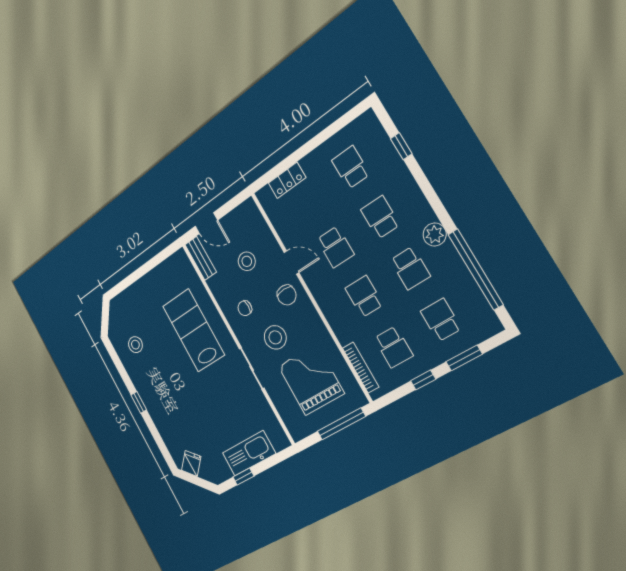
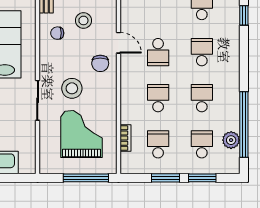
plant: (435, 235) -> (231, 140), moved
school desk: (410, 268) -> (202, 98), turned 180
chair: (245, 308) -> (57, 33), moved
school desk: (393, 347) -> (158, 144), turned 180
bookcase: (361, 367) -> (125, 138), width x0.64
window: (423, 380) -> (166, 178), width x1.50

